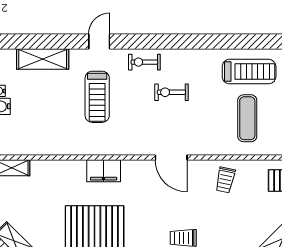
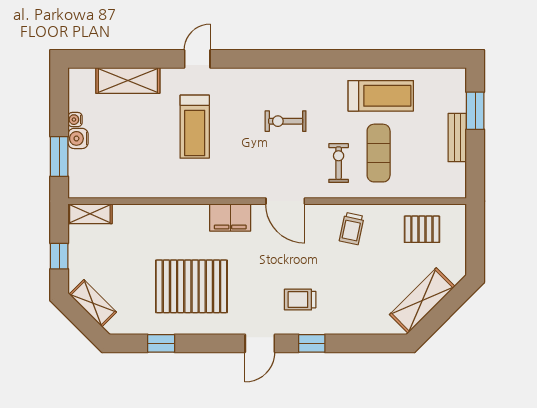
exercise bike: (144, 62) -> (339, 163), moved, turned 90
filing cabinet: (104, 171) -> (230, 217), moved

